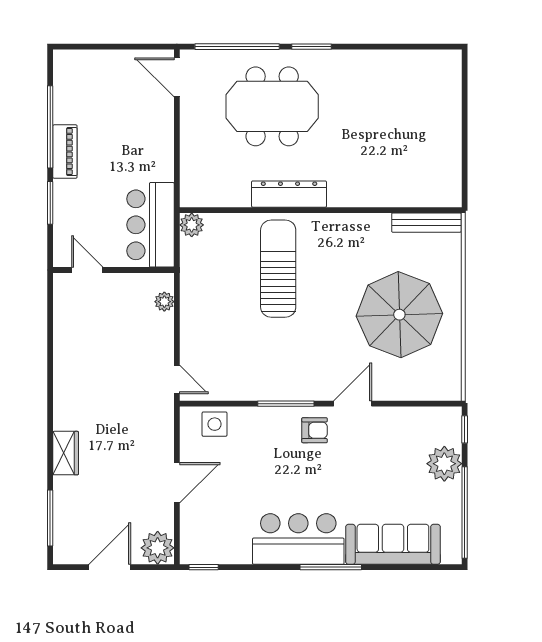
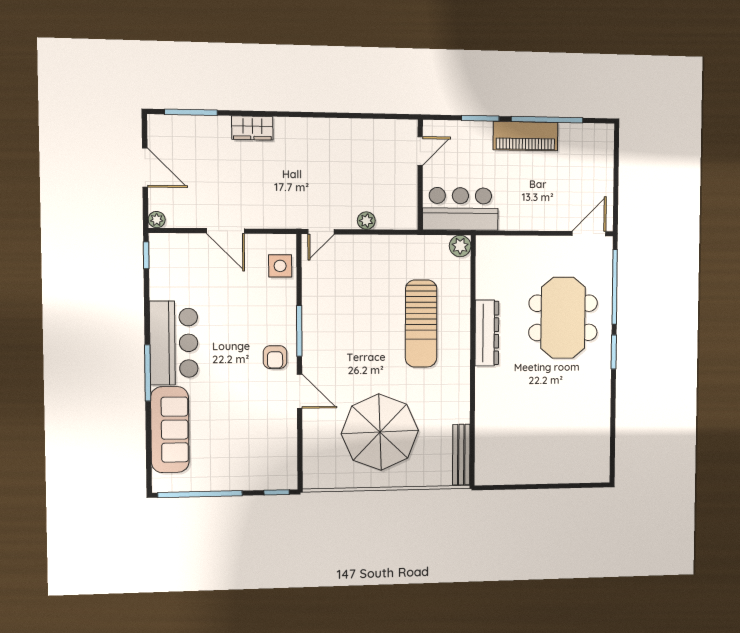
piano: (65, 152) -> (525, 136), width x1.37, depth x1.33
sun lounger: (278, 269) -> (421, 324), turned 90
plant: (164, 302) -> (366, 221), moved
plant: (444, 464) -> (245, 475), removed
plant: (158, 548) -> (157, 220), width x0.53, depth x0.53

